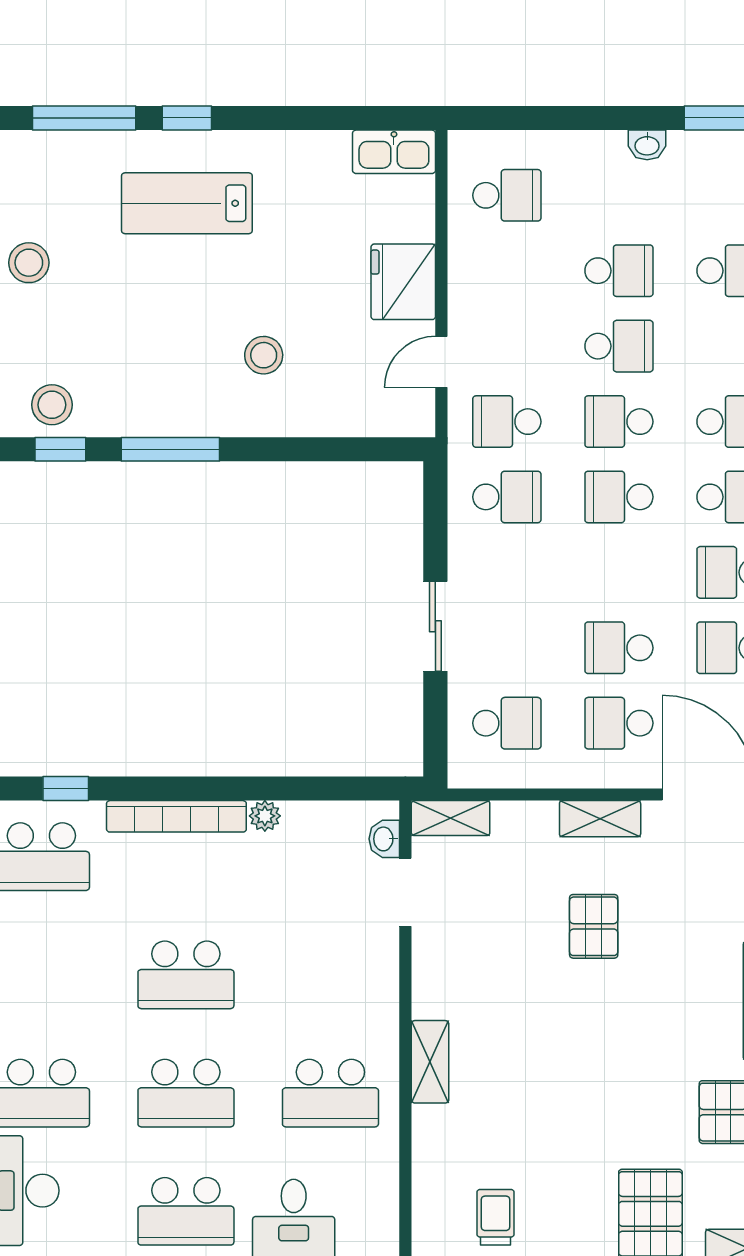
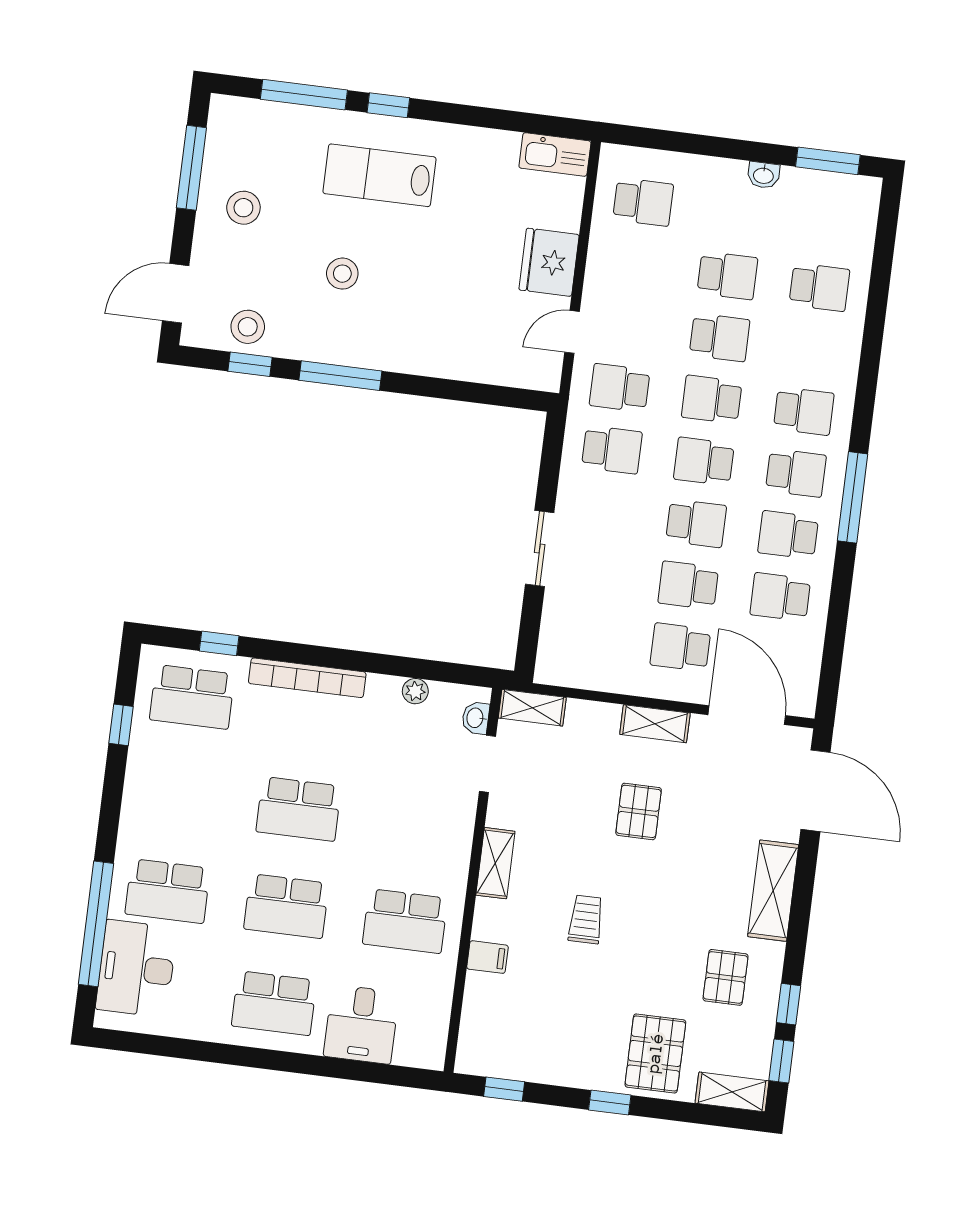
stool: (264, 355) -> (342, 274), moved
school desk: (507, 723) -> (696, 523), moved
plant: (265, 816) -> (415, 691), moved
shelving: (430, 1062) -> (495, 863), moved
filing cabinet: (435, 1124) -> (487, 957), added
trolley: (496, 1217) -> (586, 919), moved

